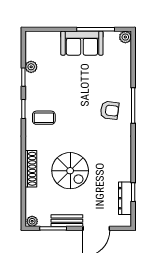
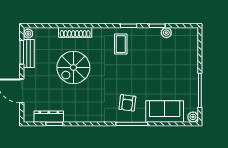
sofa: (82, 43) -> (165, 111), moved, turned 90
bench: (67, 221) -> (29, 53), moved

